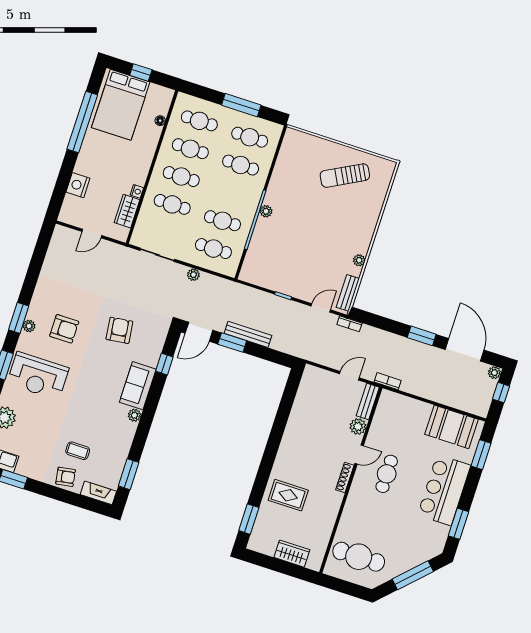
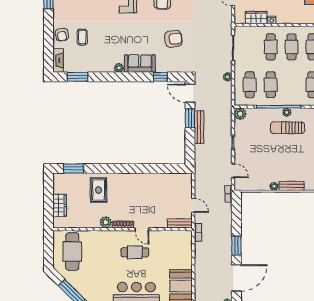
sun lounger: (287, 217) -> (288, 128), added
plant: (248, 274) -> (240, 114), added
bench: (348, 293) -> (292, 186), moved
plant: (358, 426) -> (106, 222), moved

